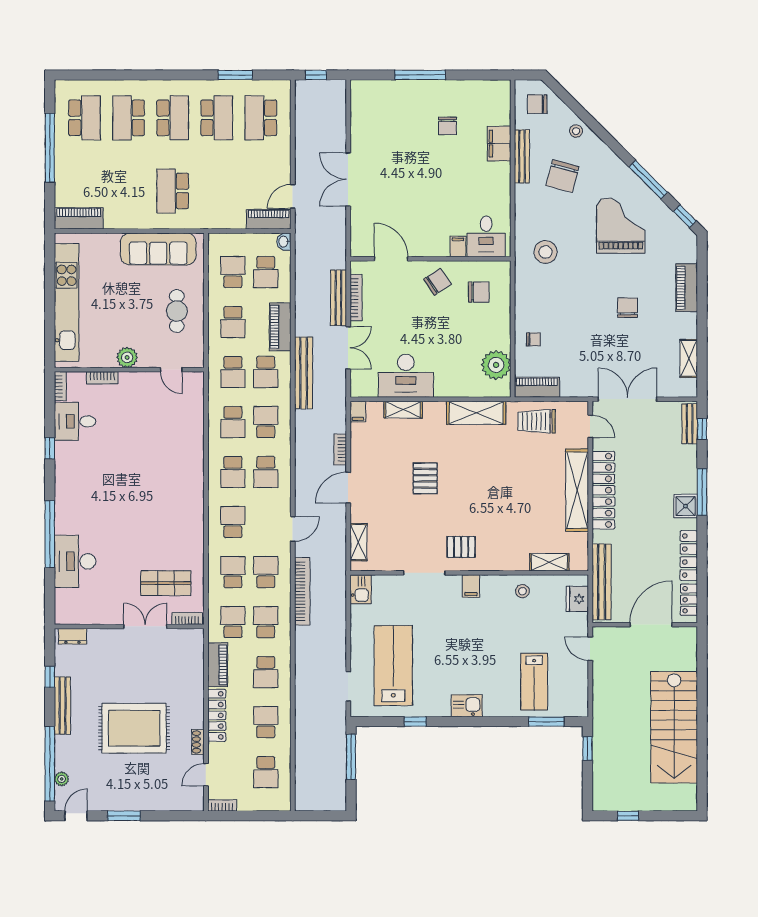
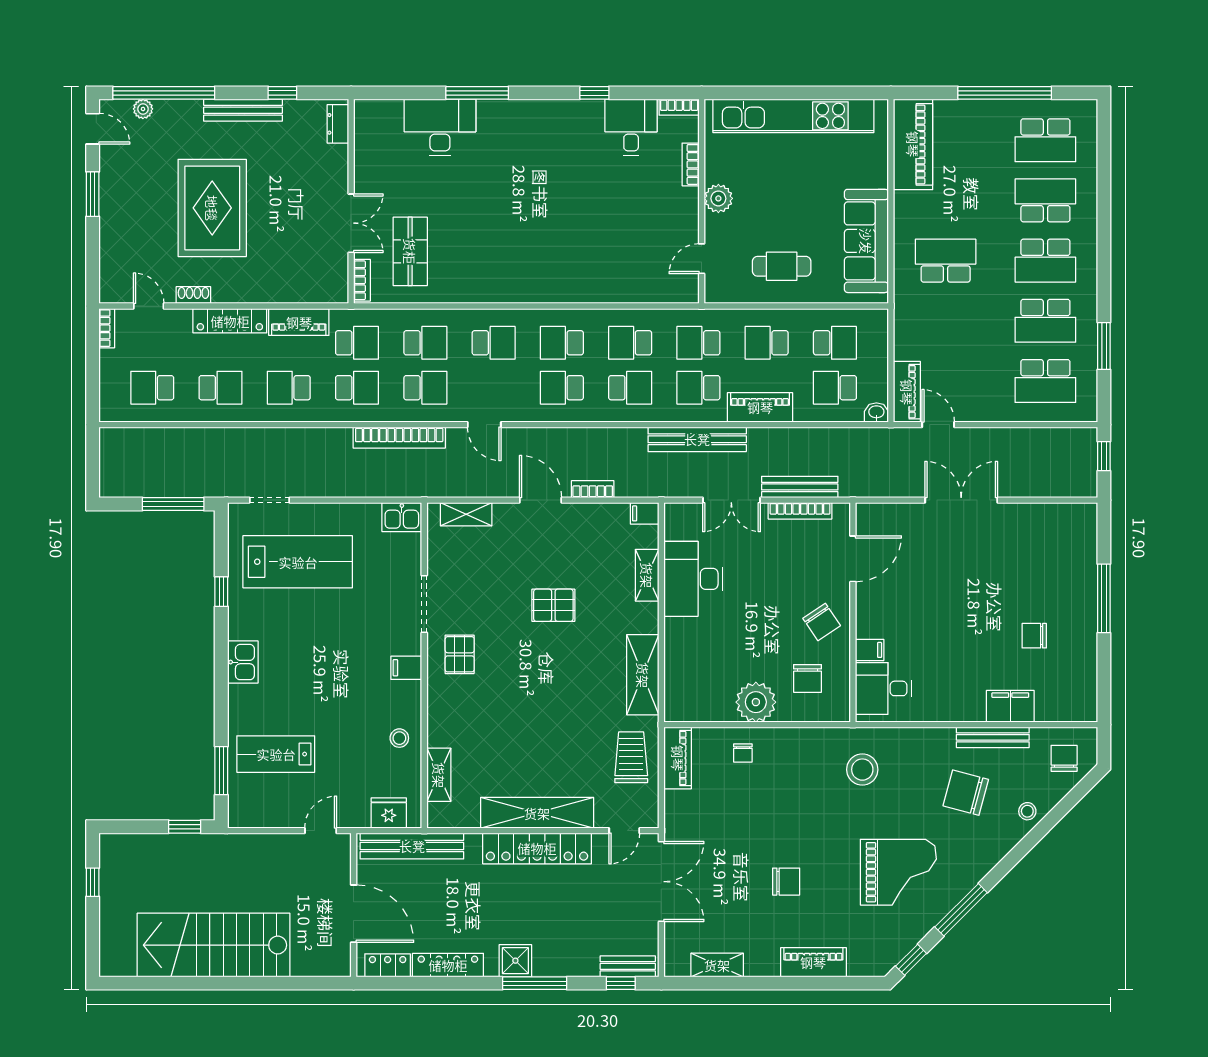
school desk: (261, 118) -> (1045, 381), turned 180
piano: (79, 218) -> (913, 144), width x1.37, depth x1.33
plant: (496, 365) -> (756, 702), moved
window: (50, 534) -> (477, 93), width x0.68

